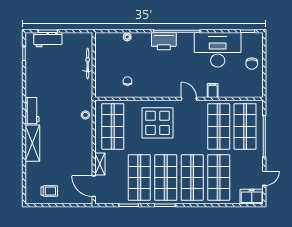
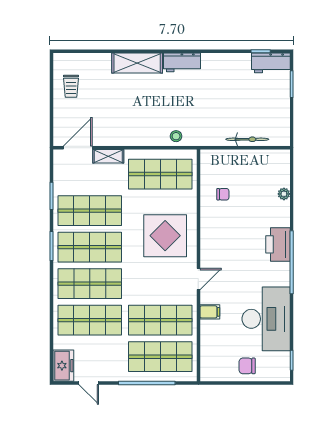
workbench: (48, 40) -> (271, 63), moved, turned -90

